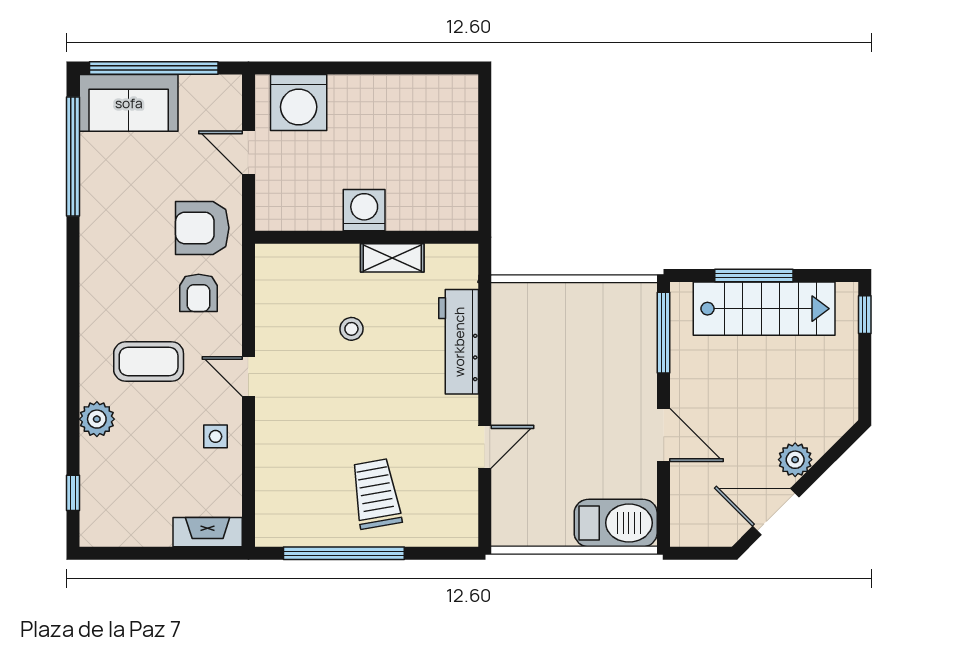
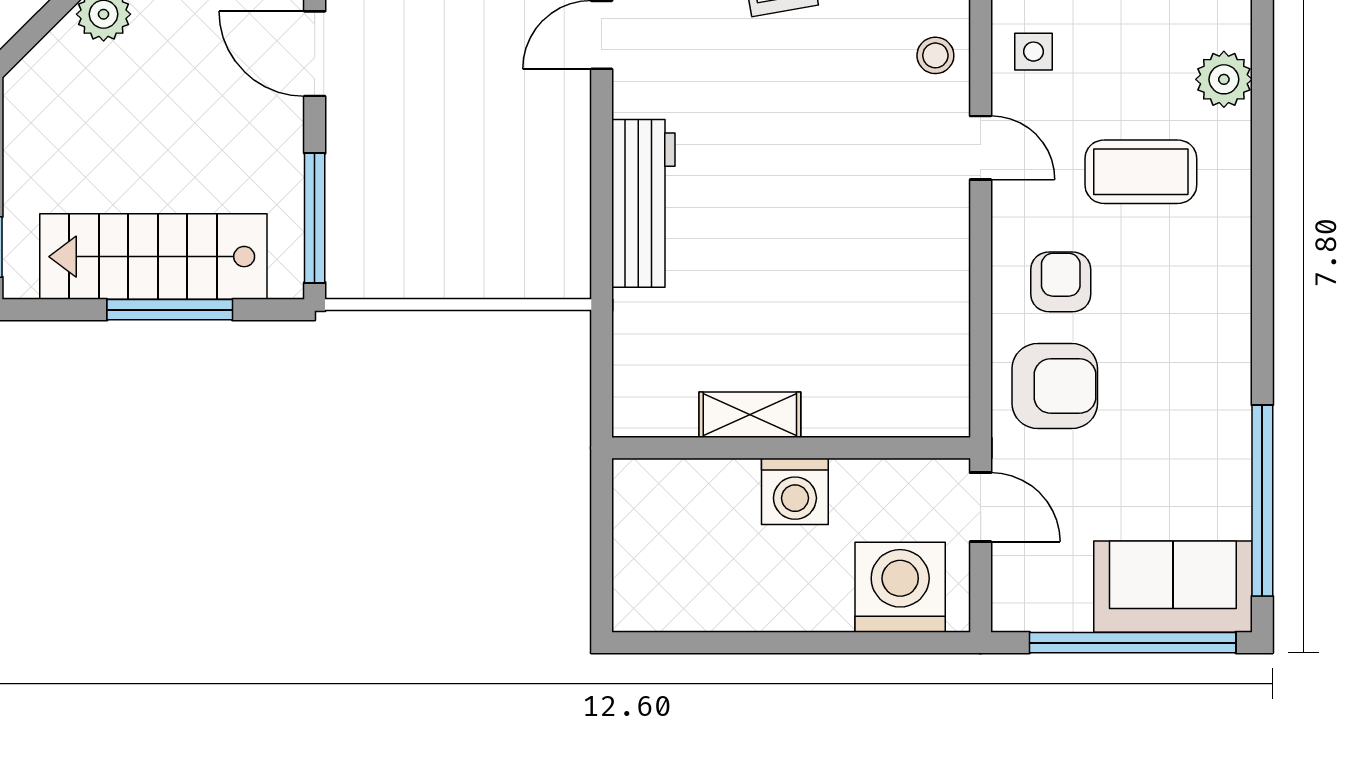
washing machine: (364, 210) -> (795, 491), moved
wall: (367, 237) -> (791, 448), moved
shelving: (392, 258) -> (750, 415), moved
stool: (351, 329) -> (935, 55), moved

